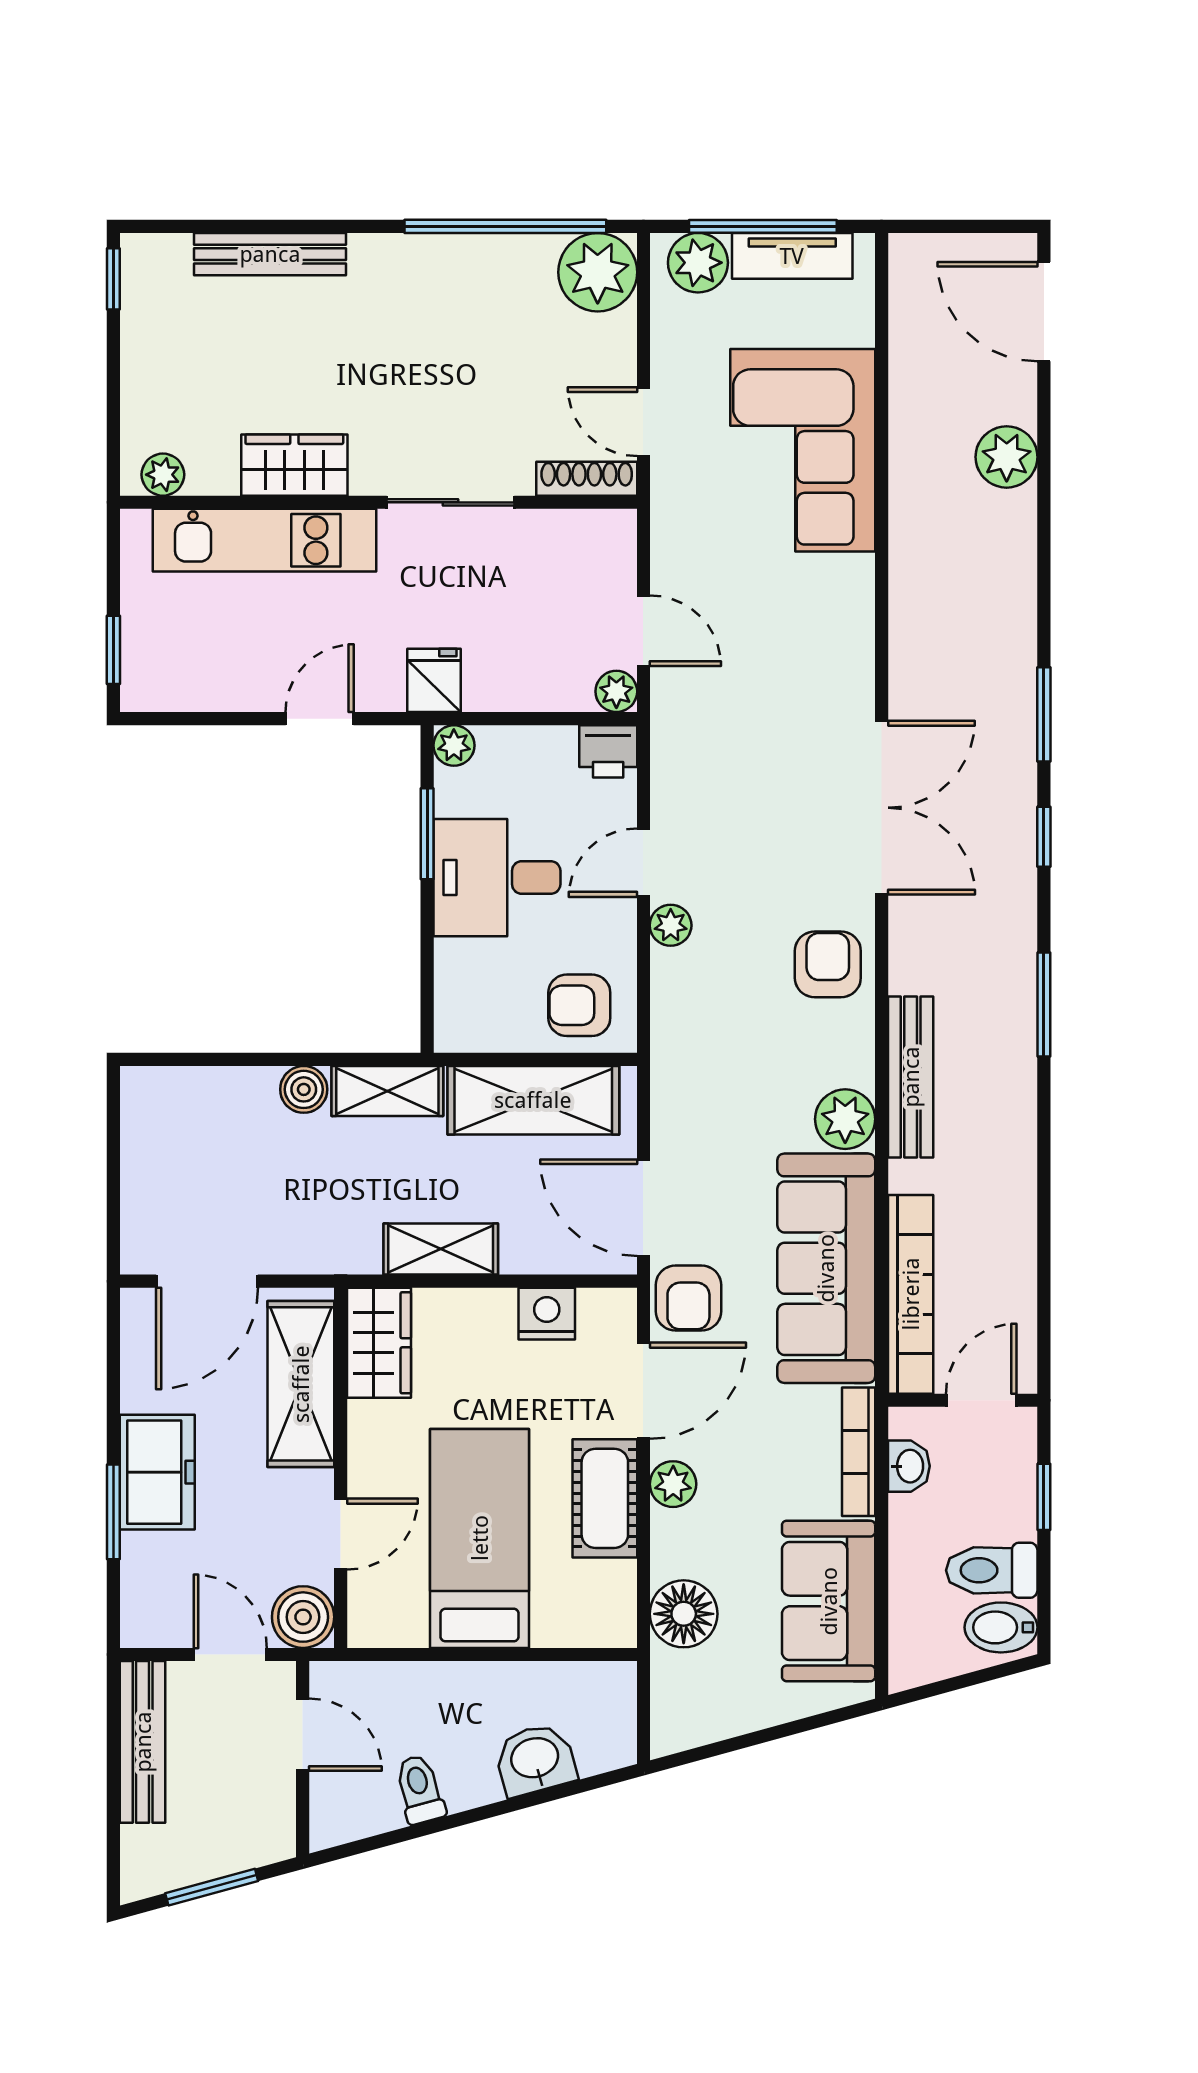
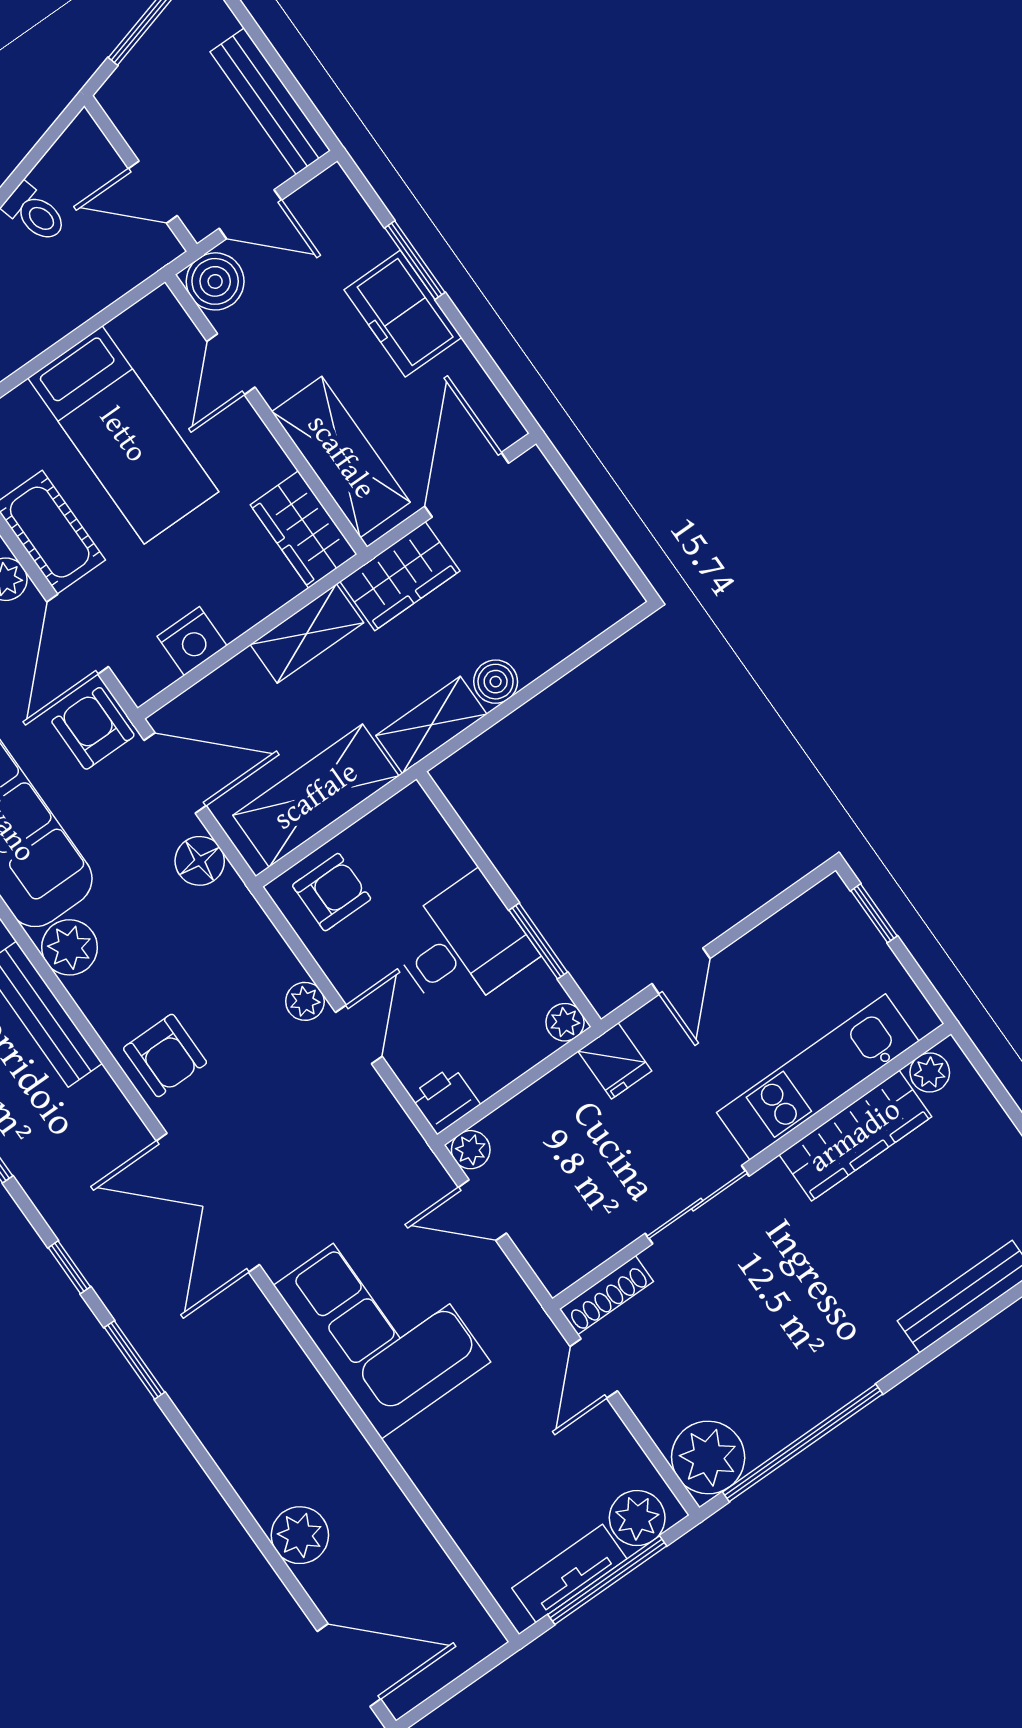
door: (643, 422) -> (594, 1369), swing flipped
corner sofa: (803, 450) -> (382, 1324), moved
wardrobe: (294, 465) -> (855, 1136), width x1.50
floor lamp: (676, 1115) -> (200, 861), added
wardrobe: (323, 1242) -> (400, 576), added

